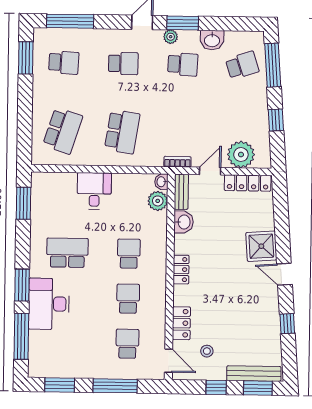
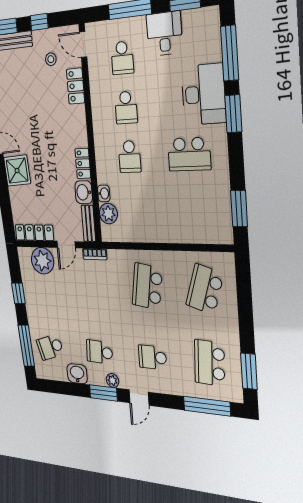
school desk: (64, 63) -> (210, 363), width x1.85
washbasin: (161, 182) -> (104, 193), moved
desk: (94, 191) -> (164, 34), moved, turned 180
locker: (181, 270) -> (83, 163), moved

